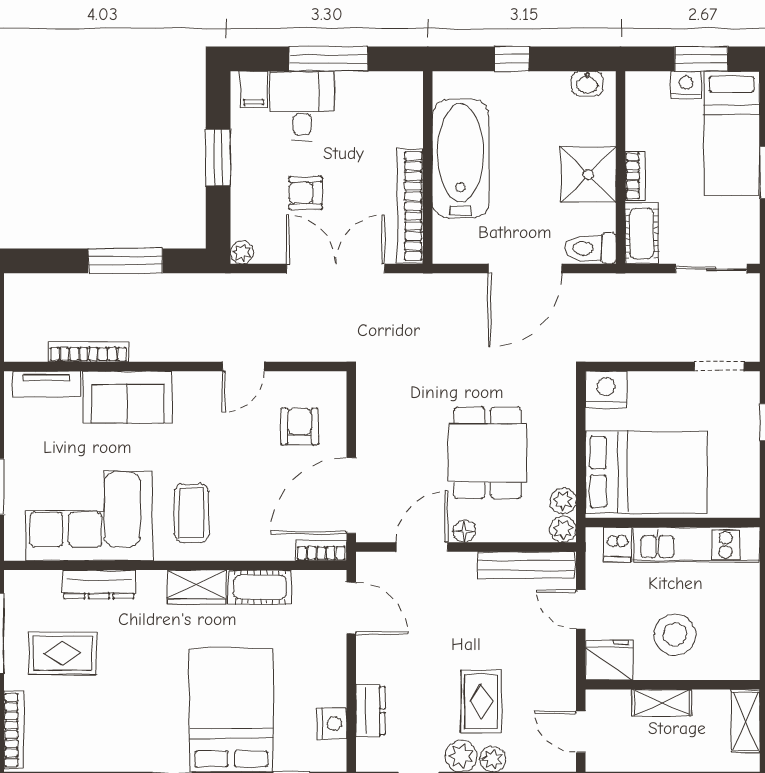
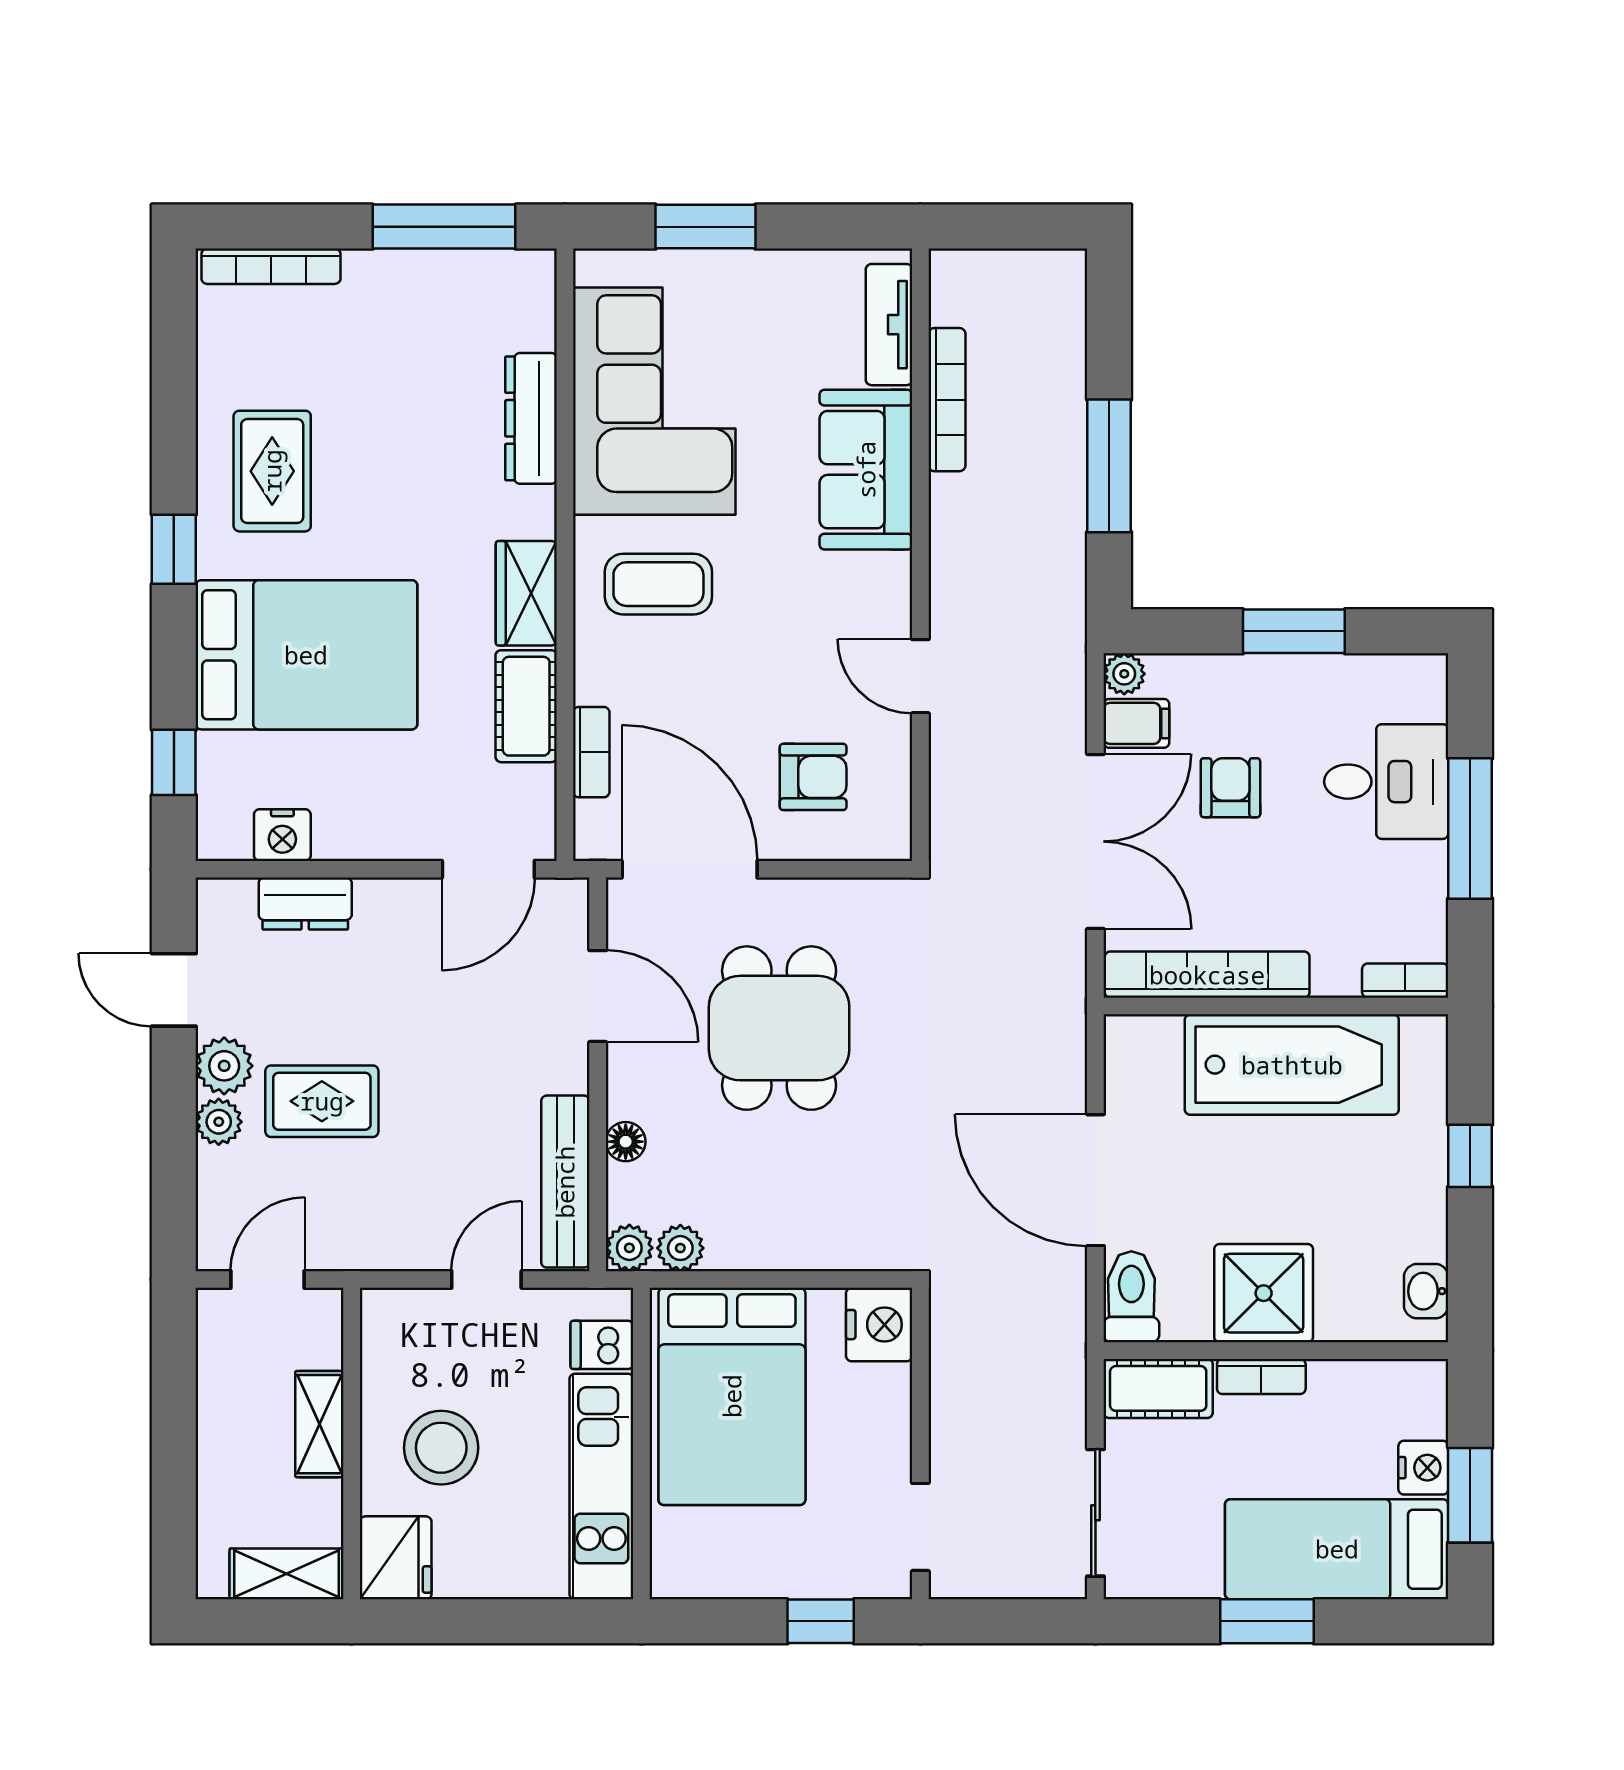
filing cabinet: (254, 89) -> (1136, 723), moved, turned 180
bookcase: (413, 95) -> (1405, 981), added
dining table: (488, 453) -> (779, 1028), moved, turned 90
floor lamp: (464, 531) -> (626, 1142), moved
bookcase: (321, 551) -> (591, 752), moved
rug: (63, 653) -> (272, 471), moved
fridge: (609, 660) -> (396, 1558), moved

